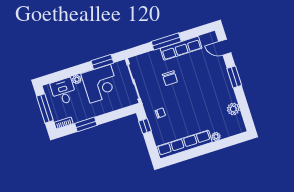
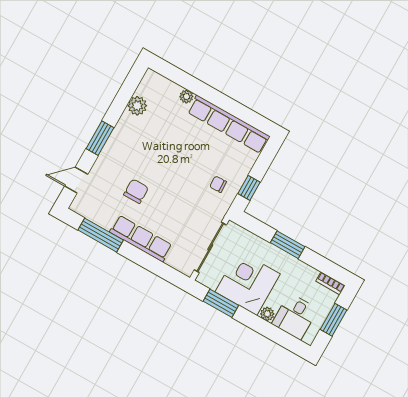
window: (166, 42) -> (101, 235), moved
door: (225, 47) -> (76, 180), swing flipped
row of seats: (181, 48) -> (141, 239), moved
chair: (170, 78) -> (136, 191), moved
window: (45, 108) -> (334, 320), width x0.69
window: (86, 124) -> (288, 245), moved

